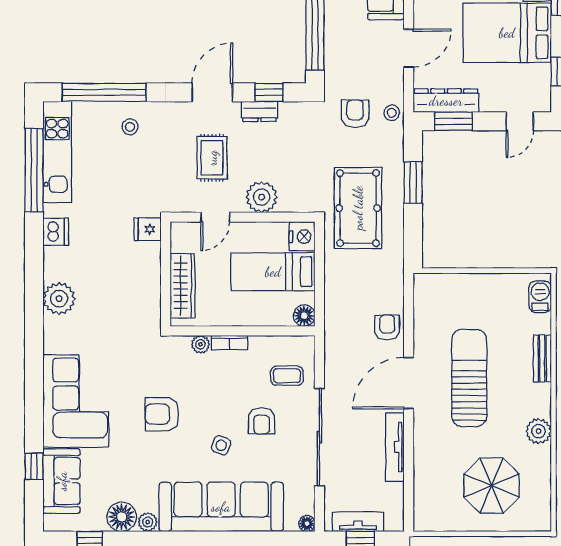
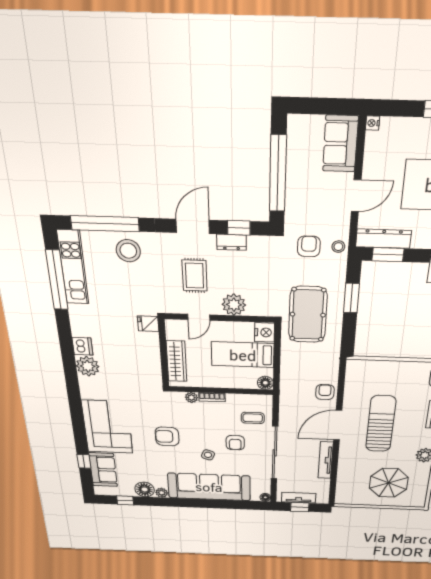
stool: (130, 127) -> (128, 251), width x1.89, depth x1.89
dishwasher: (56, 232) -> (83, 346), moved

